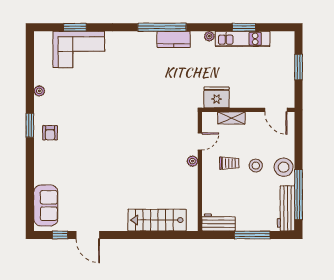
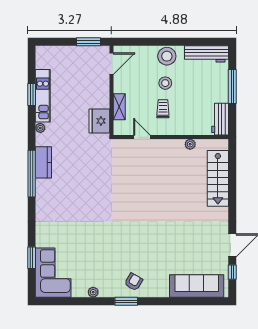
corner sofa: (79, 50) -> (53, 273), moved
window: (299, 67) -> (88, 42), moved
armchair: (50, 133) -> (134, 282), turned -59
plant: (192, 161) -> (190, 144), moved
window: (299, 195) -> (193, 42), removed
sofa: (46, 205) -> (197, 286), width x1.36

